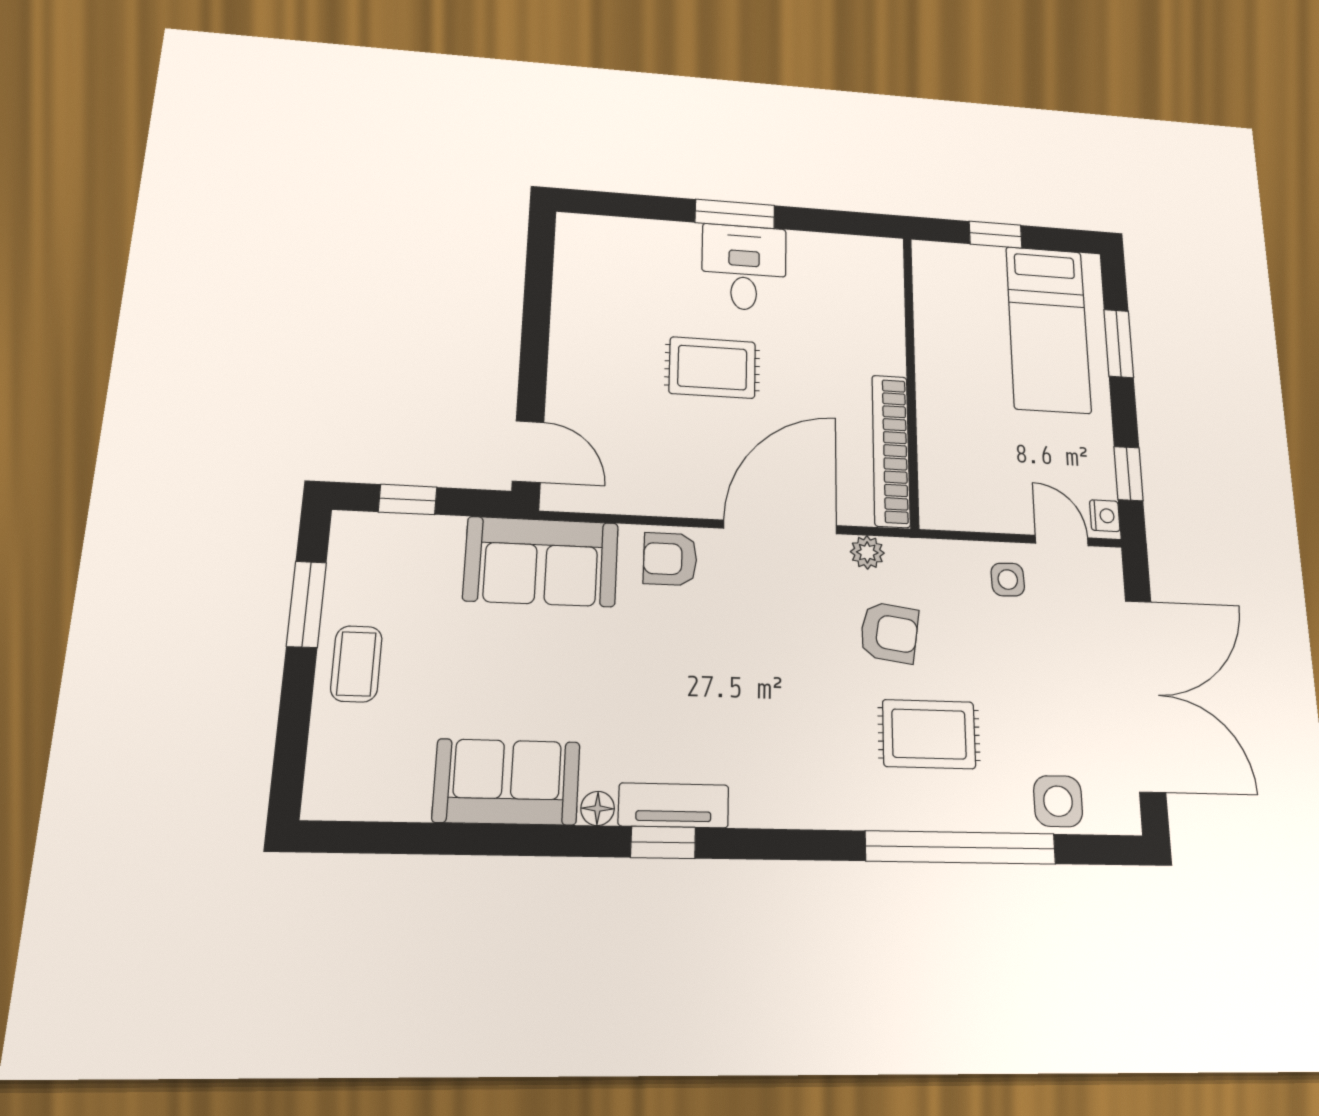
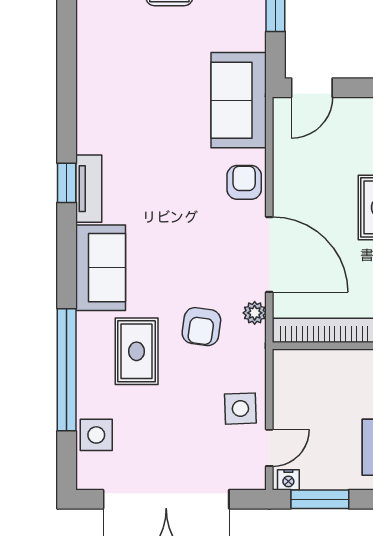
window: (1128, 474) -> (320, 499), width x1.50
side table: (1008, 580) -> (240, 409), width x1.37, depth x1.37
sofa: (507, 782) -> (101, 268), moved
floor lamp: (598, 808) -> (86, 142), removed

